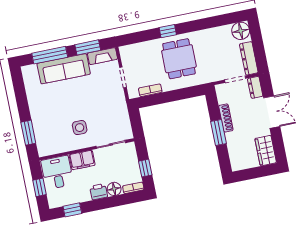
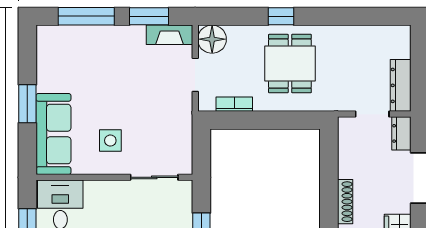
floor lamp: (241, 31) -> (212, 39), moved
sofa: (64, 69) -> (54, 134), moved, turned -90
shoe rack: (226, 118) -> (345, 202), moved
window: (219, 132) -> (329, 193), removed
window: (28, 133) -> (27, 104), moved
filing cabinet: (82, 160) -> (104, 193), removed

